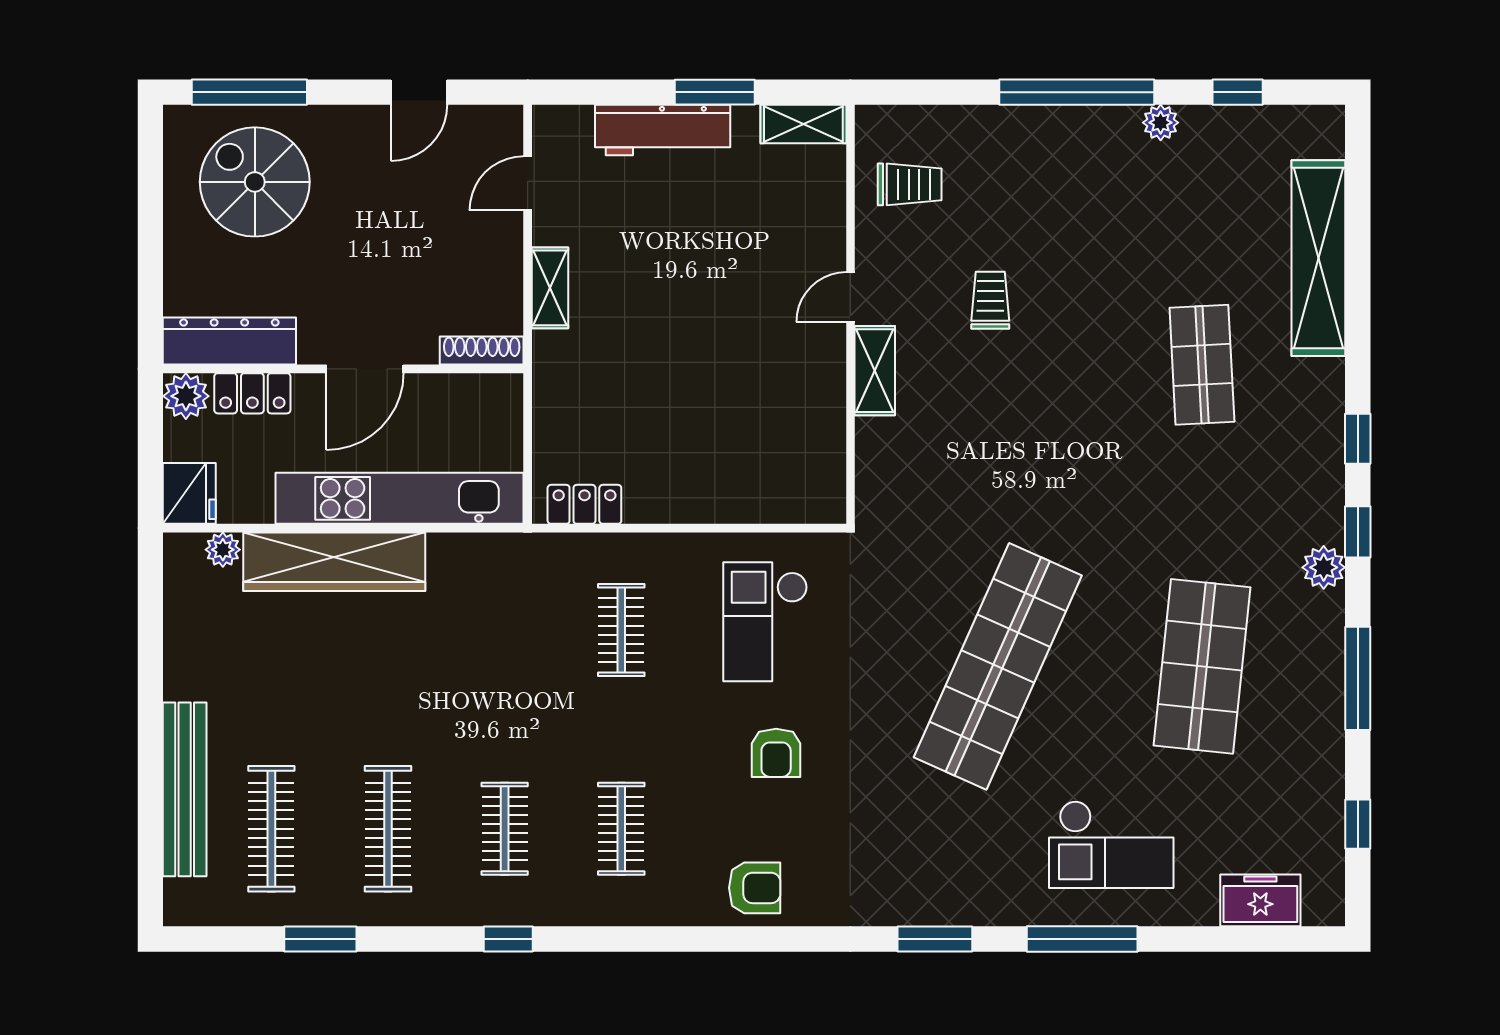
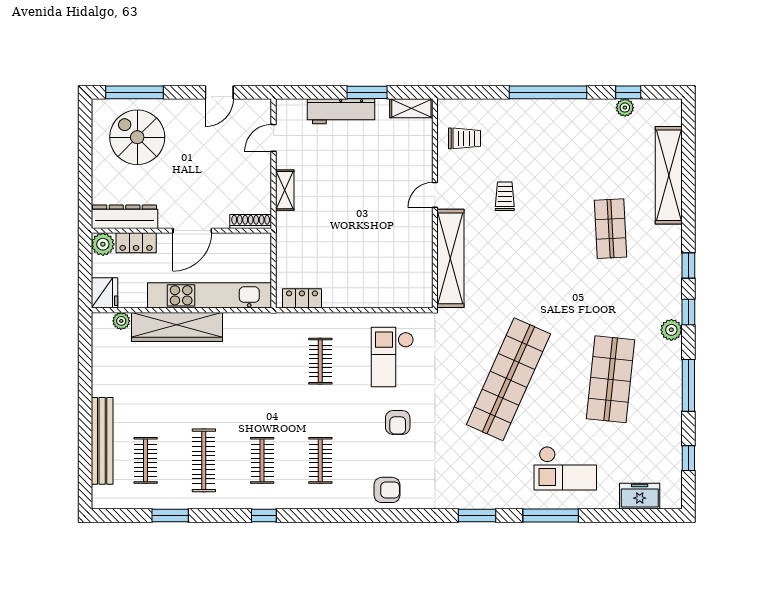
plant: (1161, 123) -> (625, 108), moved
shelving: (875, 371) -> (450, 258), width x2.20, depth x1.33
clothes rail: (271, 829) -> (146, 460), width x0.73

